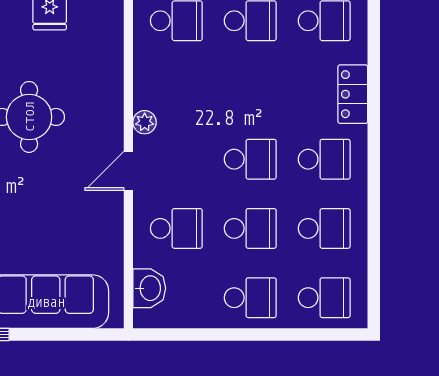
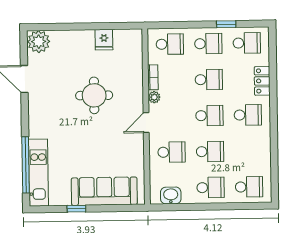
bookcase: (143, 84) -> (153, 77), added
school desk: (324, 228) -> (209, 80), moved
washbasin: (149, 288) -> (171, 196), moved, turned -90

